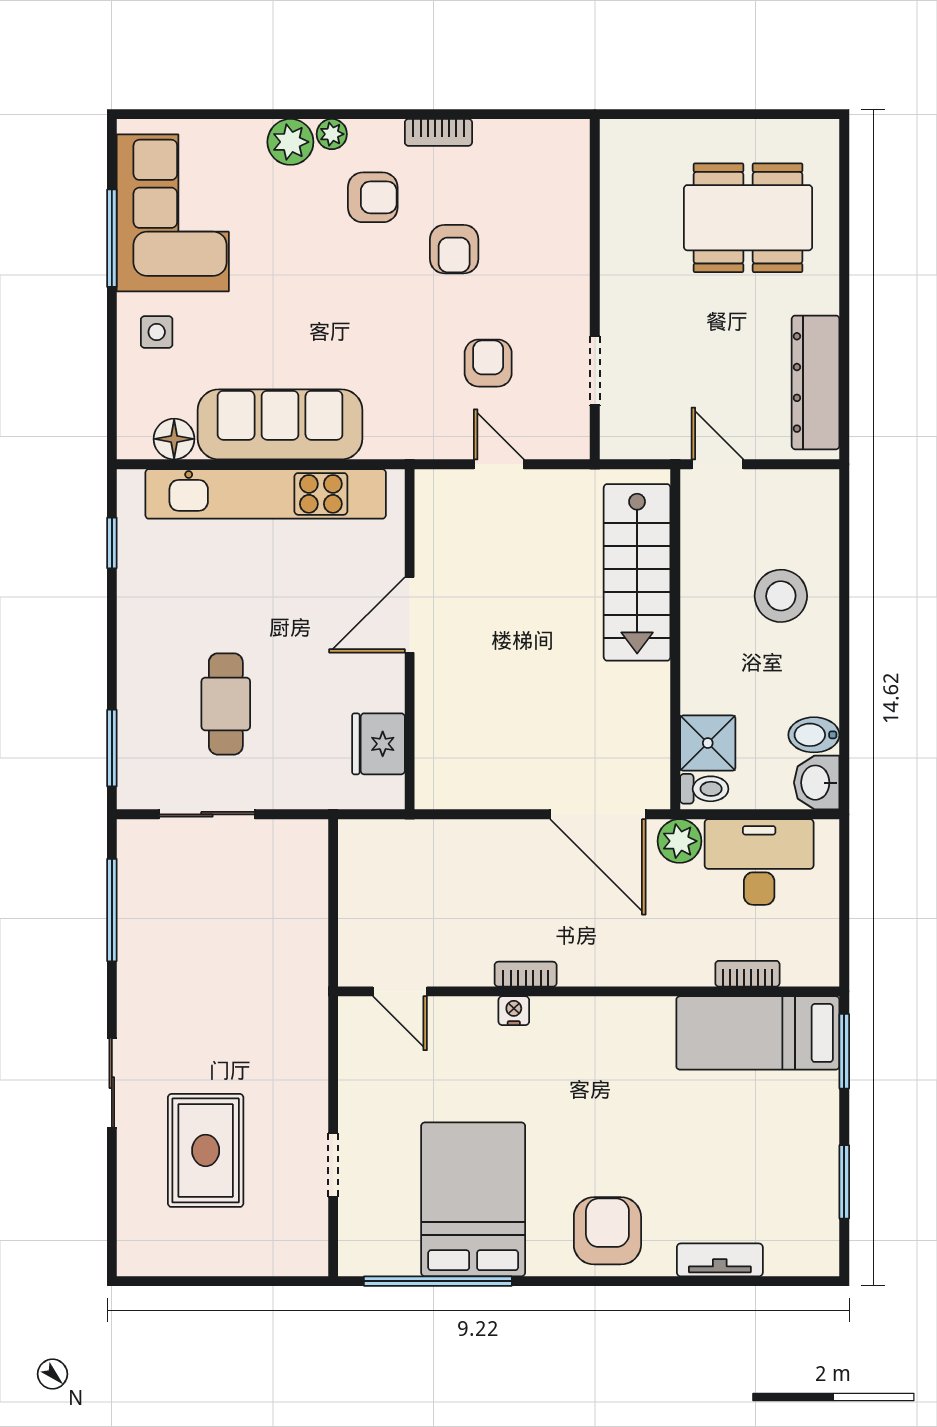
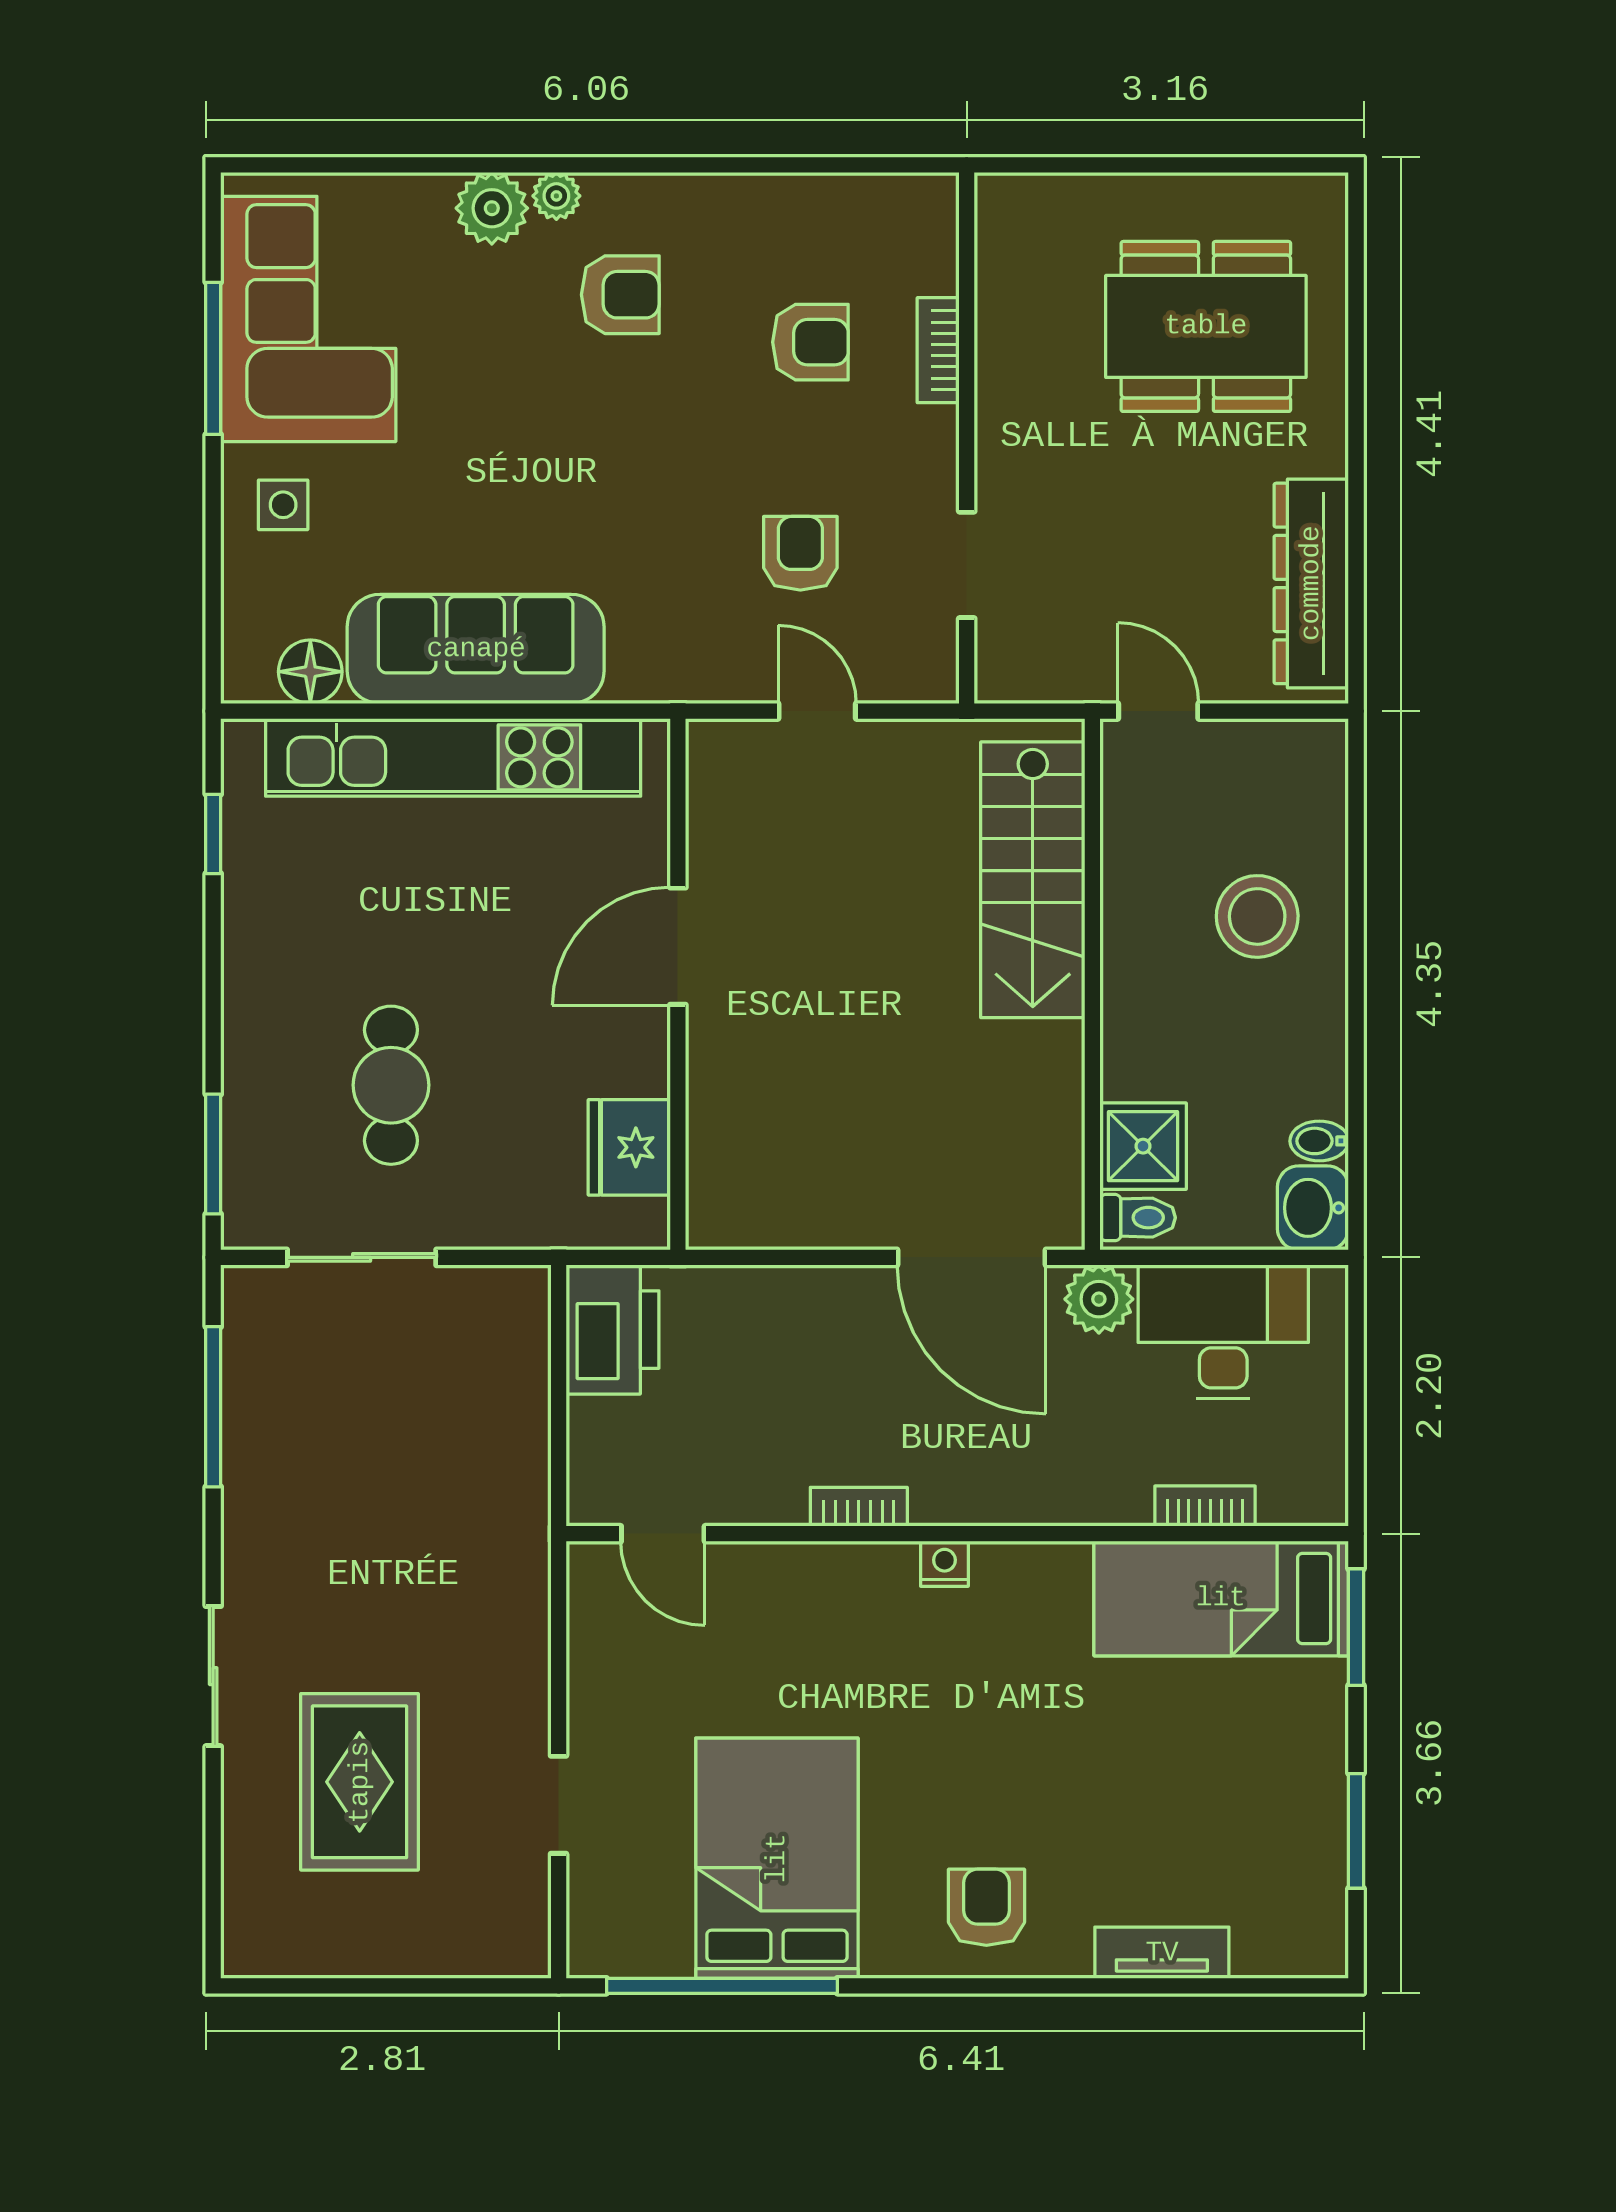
bookcase: (438, 132) -> (938, 350), moved, turned 90
armchair: (454, 249) -> (810, 342), moved, turned -90
bidet: (814, 735) -> (1319, 1141), width x0.72, depth x0.74
printer: (368, 861) -> (612, 1330), added
nightstand: (514, 1011) -> (944, 1564), moved
armchair: (607, 1231) -> (986, 1907), width x0.72, depth x0.72

